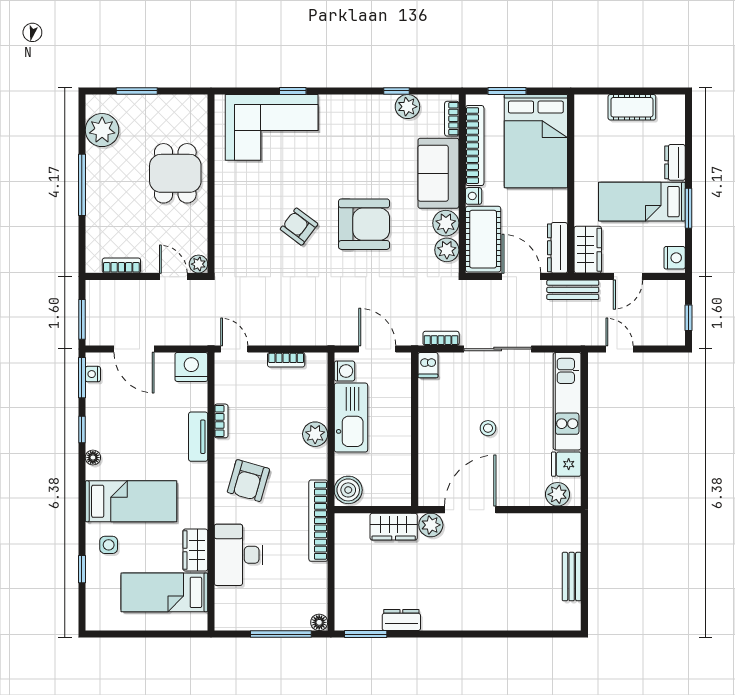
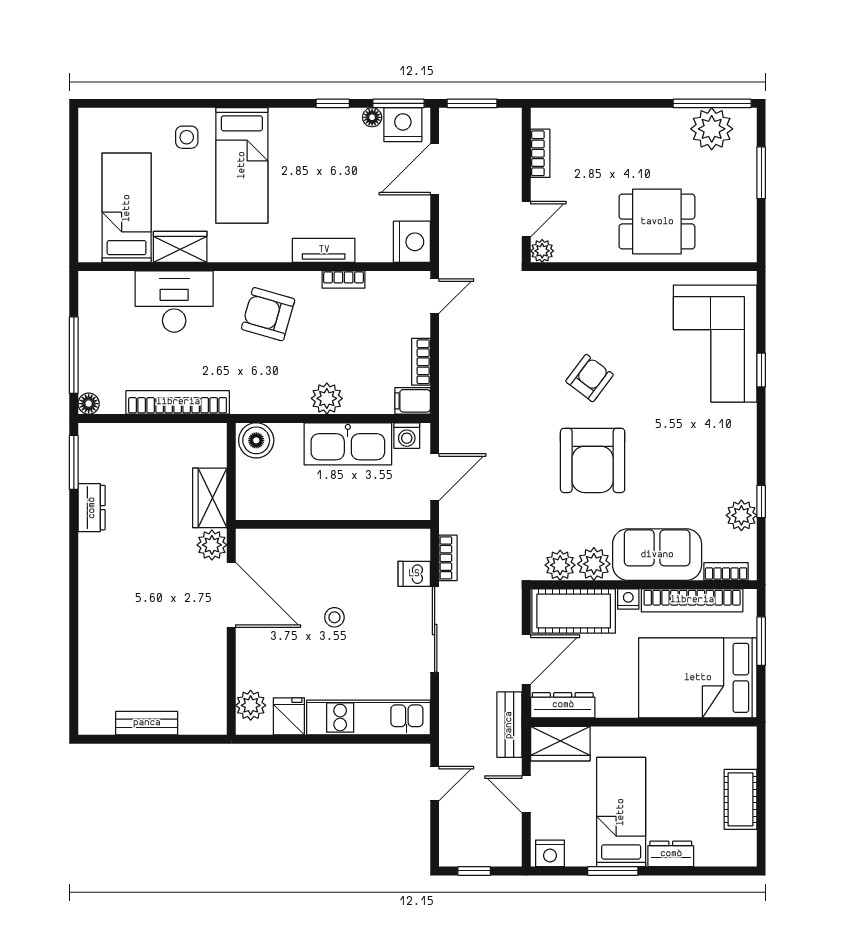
window: (82, 185) -> (712, 103), moved
dishwasher: (428, 365) -> (414, 574), moved
filing cabinet: (317, 366) -> (413, 401), added
nightstand: (93, 374) -> (403, 125), width x1.89, depth x1.79
floor lamp: (93, 458) -> (372, 117), moved
bookcase: (318, 521) -> (178, 402), moved
window: (82, 569) -> (156, 103), removed

